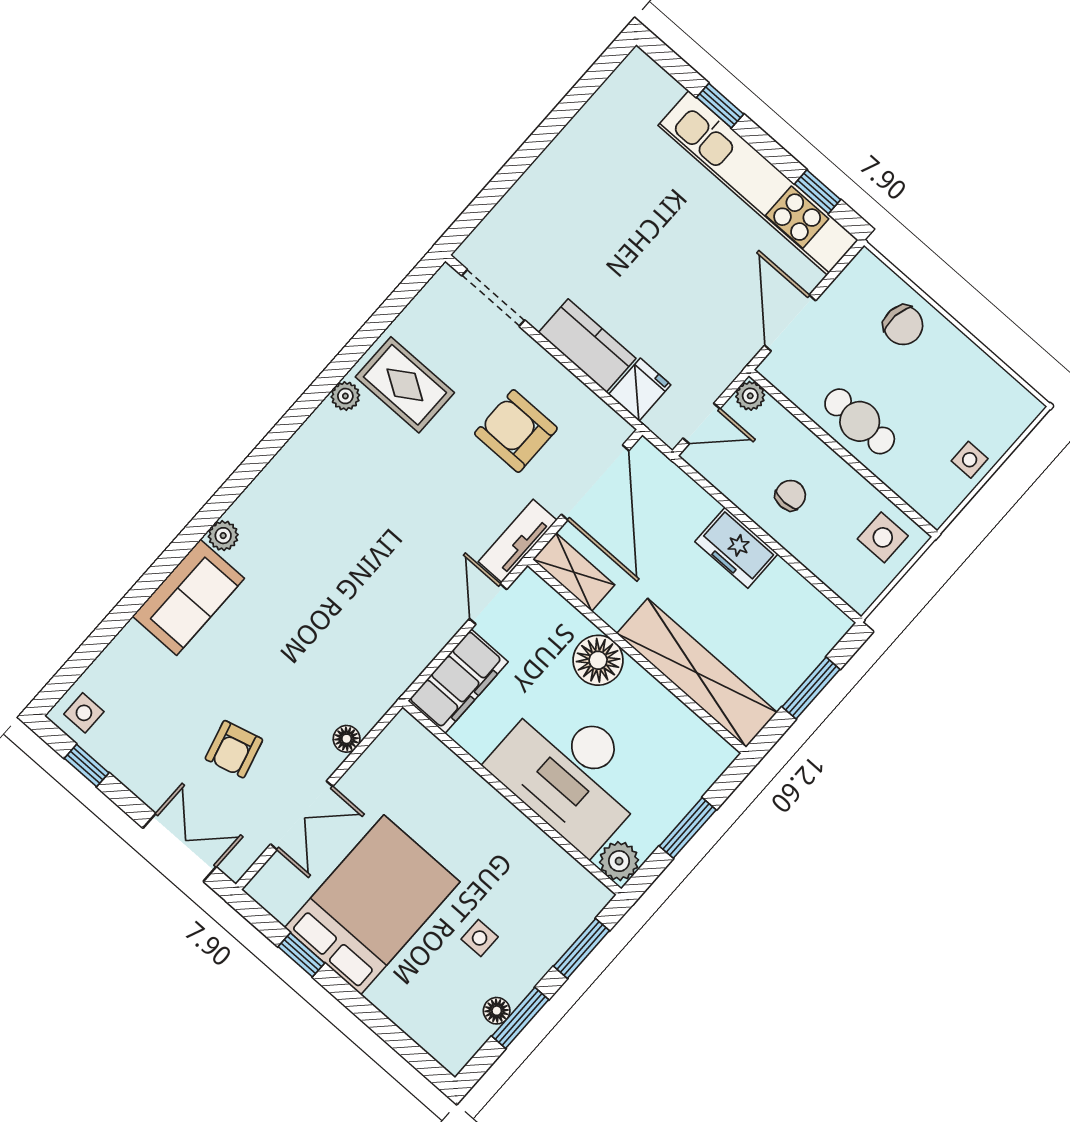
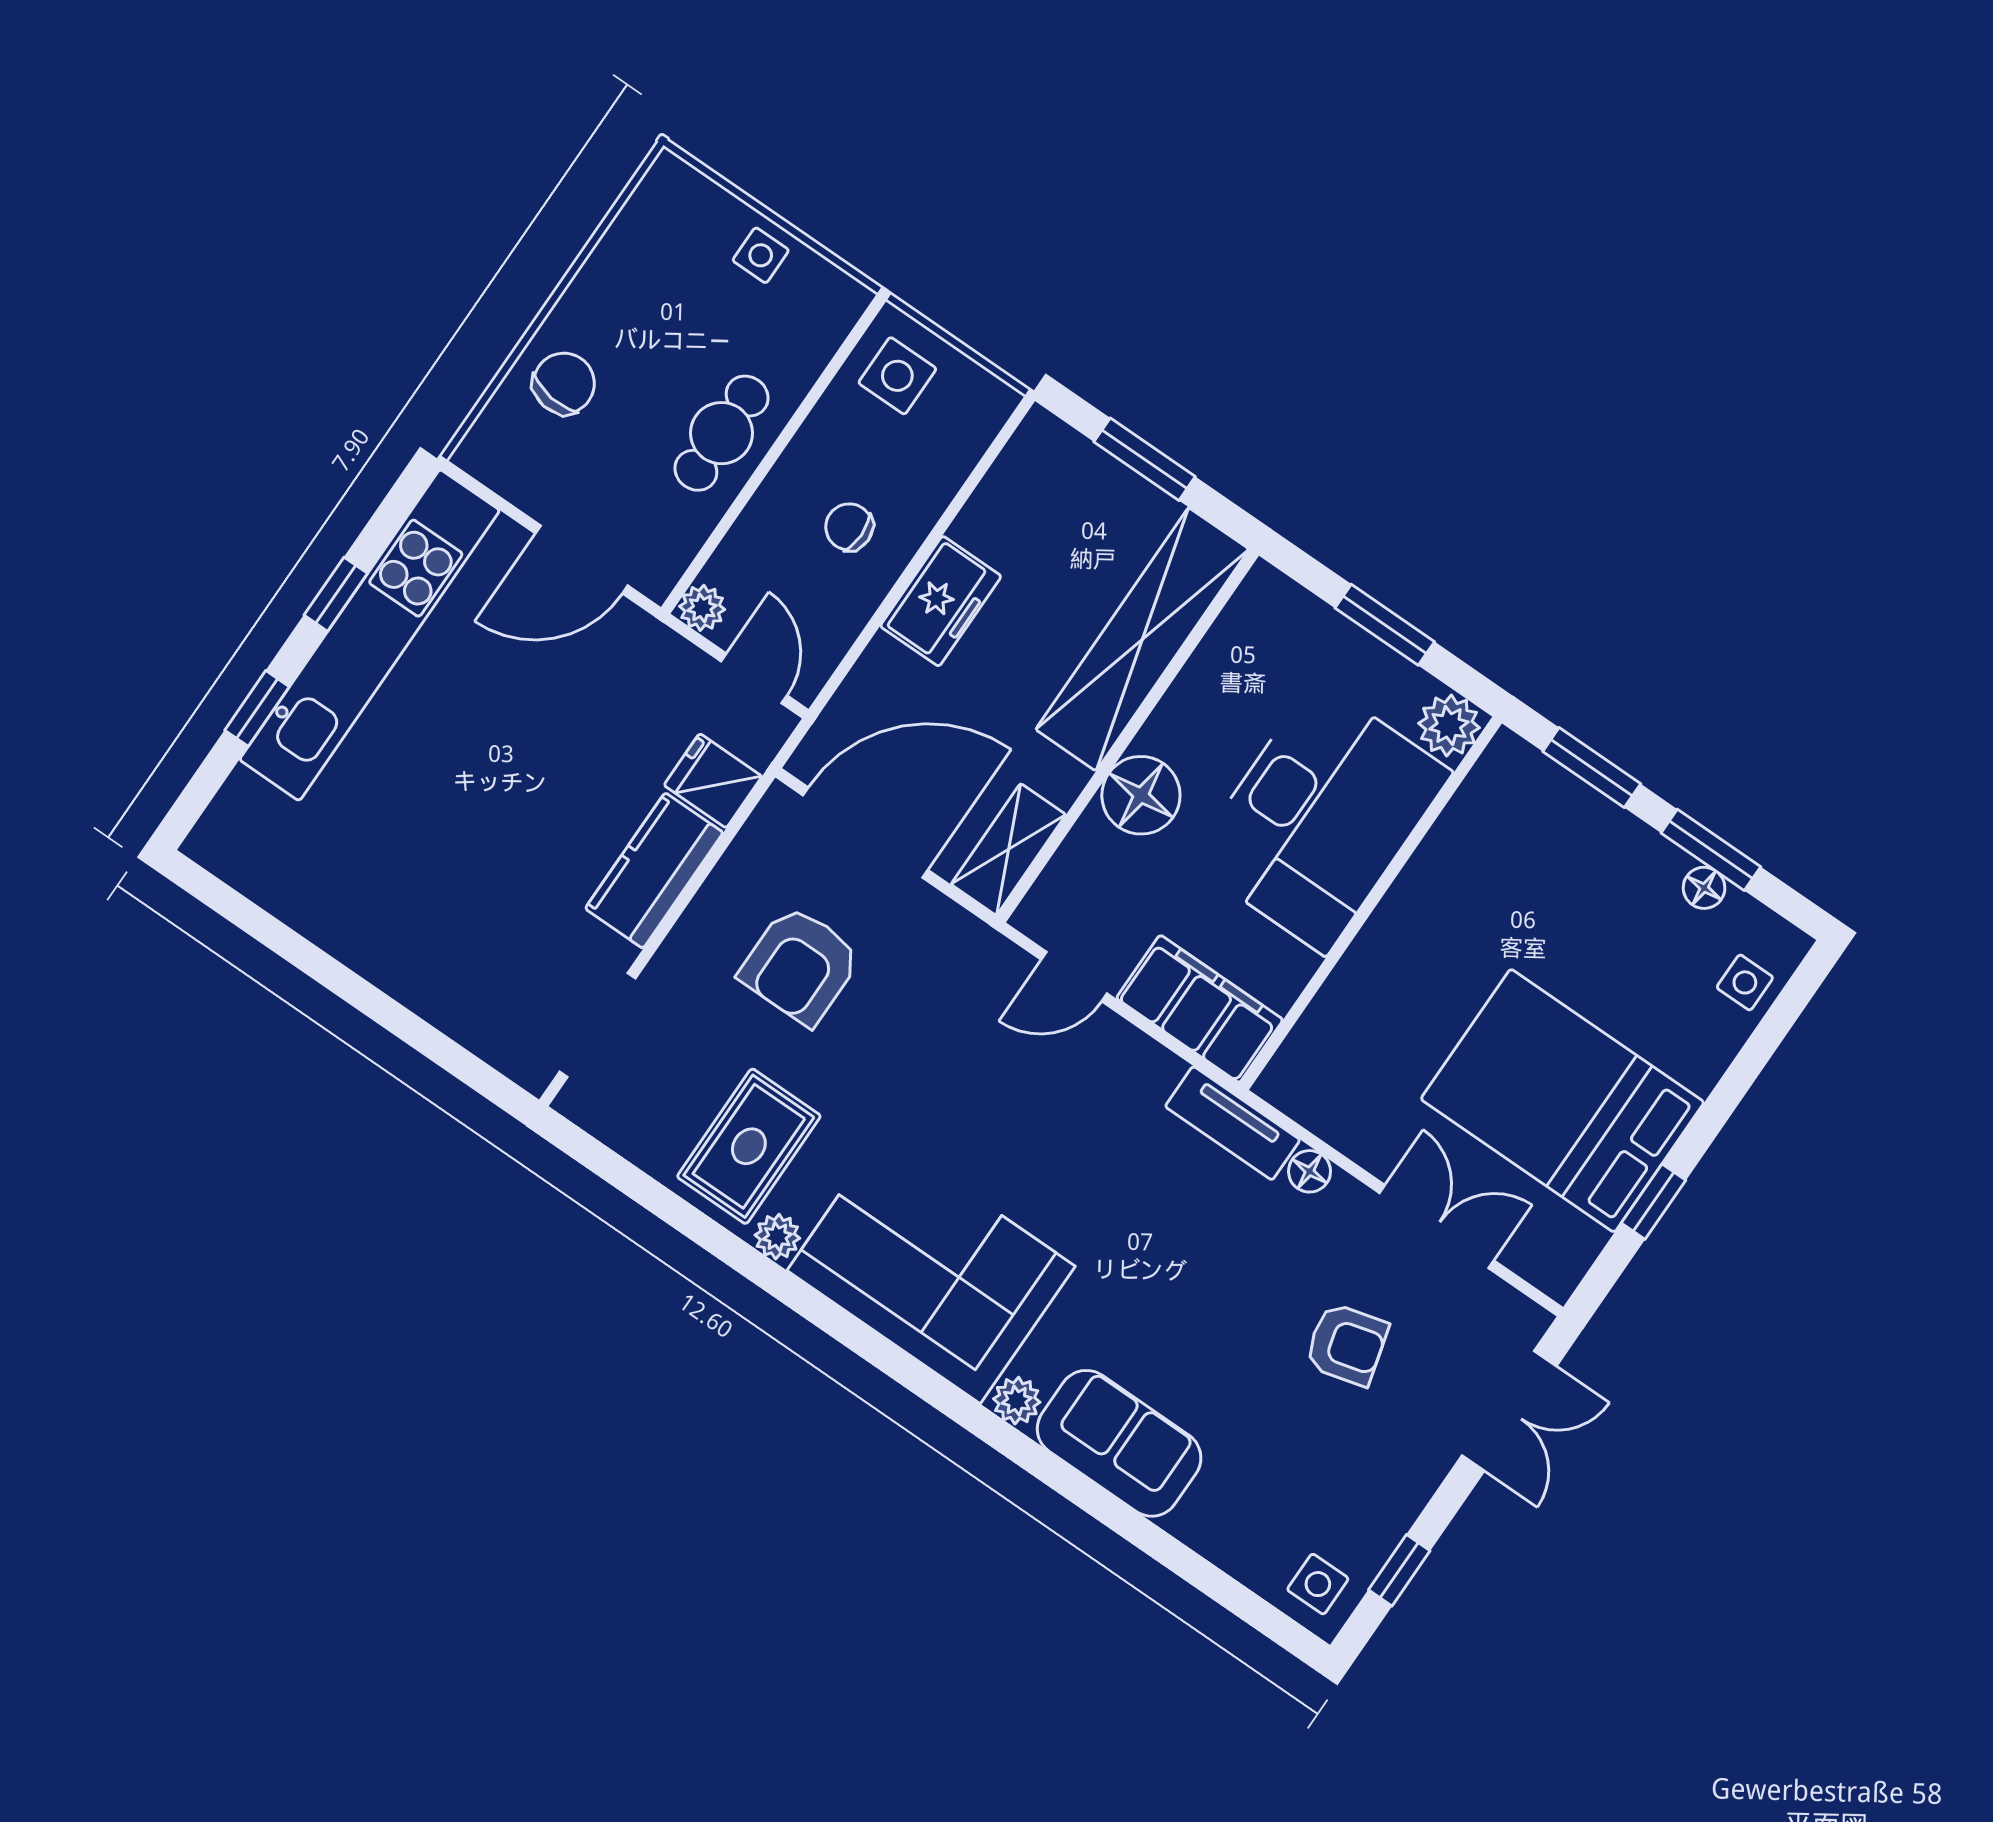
window: (818, 192) -> (336, 594), moved
corner sofa: (314, 491) -> (931, 1268), added
tv unit: (518, 541) -> (1233, 1123), moved
double door: (180, 847) -> (1509, 1411), swing flipped
side table: (480, 938) -> (1745, 982), moved

